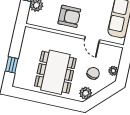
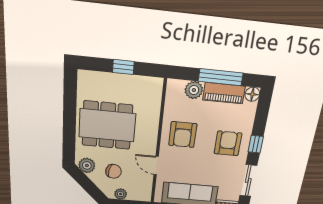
door: (92, 39) -> (156, 165), hinge flipped
window: (12, 65) -> (123, 67), moved

